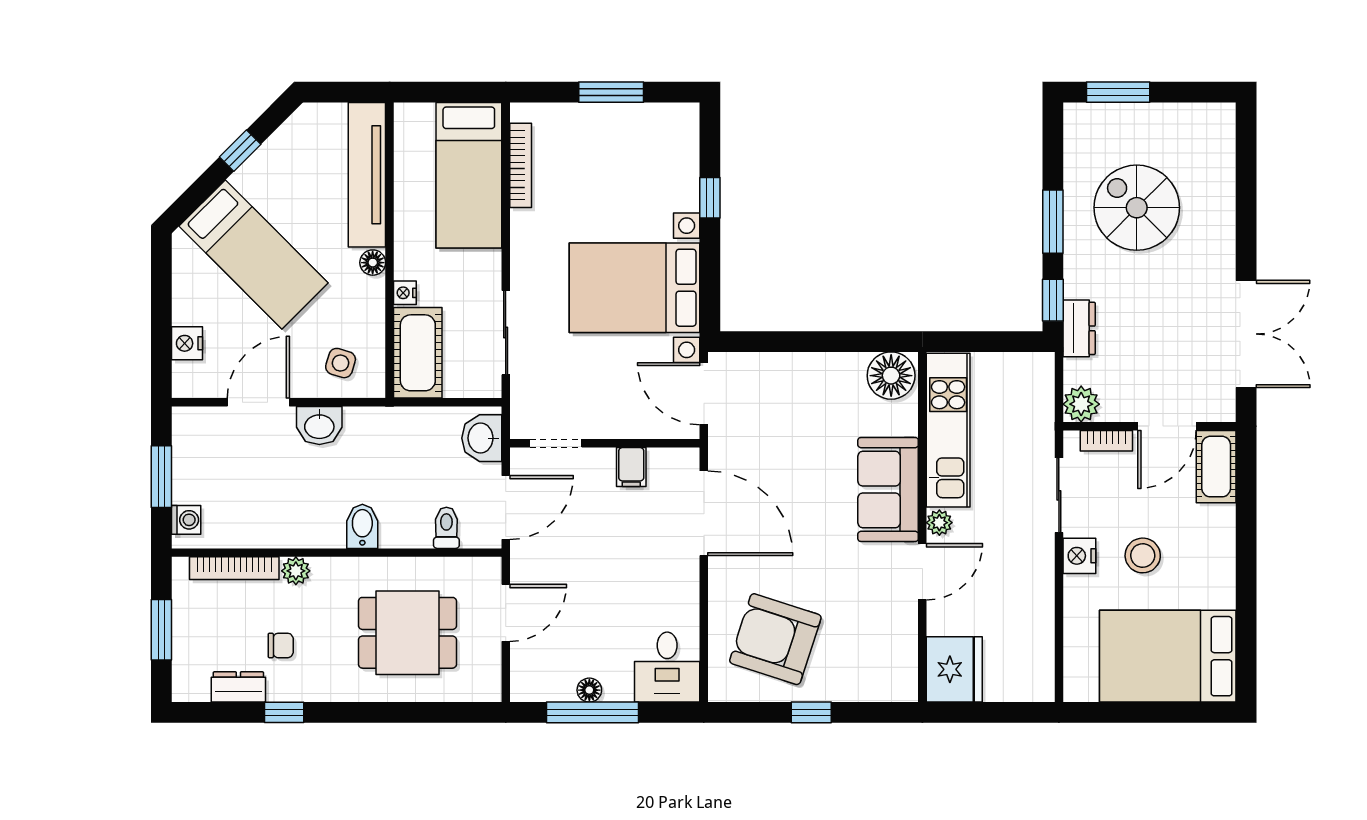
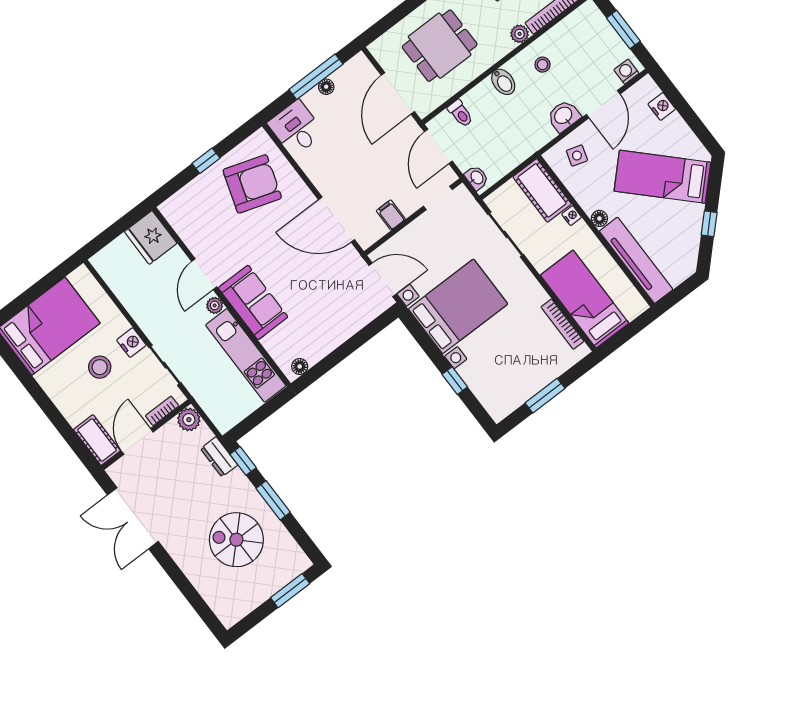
spiral stairs: (1137, 208) -> (236, 540), turned 180
floor lamp: (891, 376) -> (300, 366), width x0.53, depth x0.53
washbasin: (482, 438) -> (477, 178), width x0.72, depth x0.69
stool: (297, 510) -> (543, 65), added
washing machine: (186, 520) -> (626, 72), moved, turned 90
door: (506, 613) -> (398, 93), width x1.36

